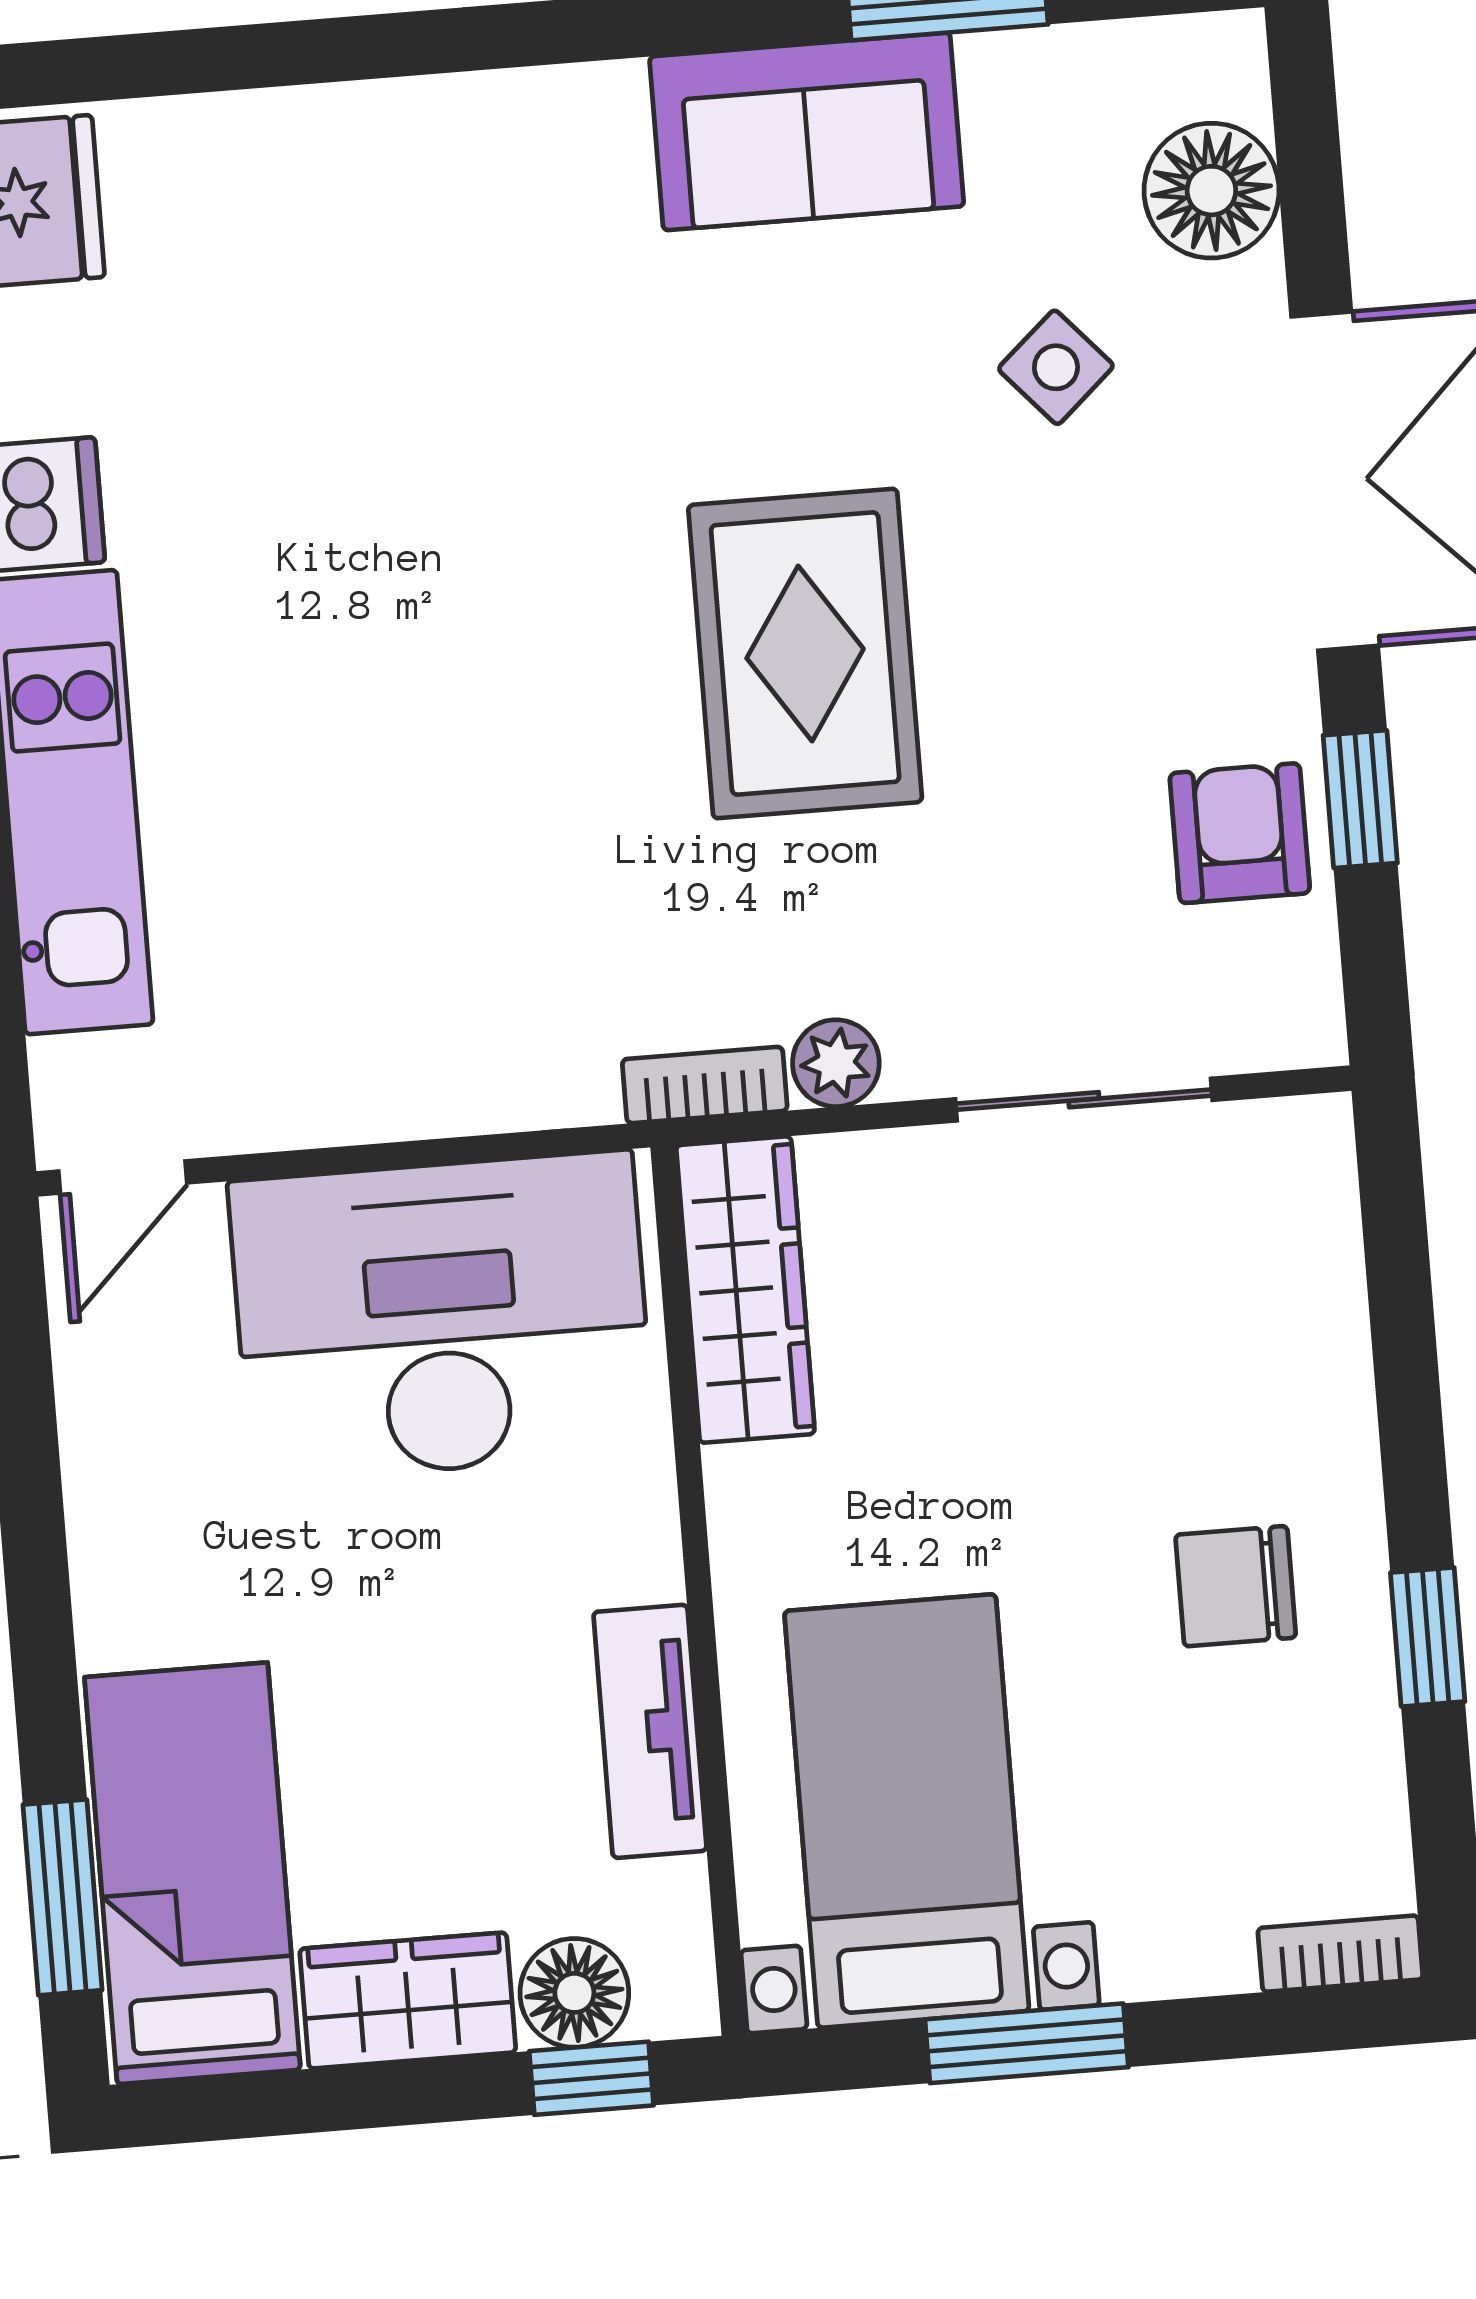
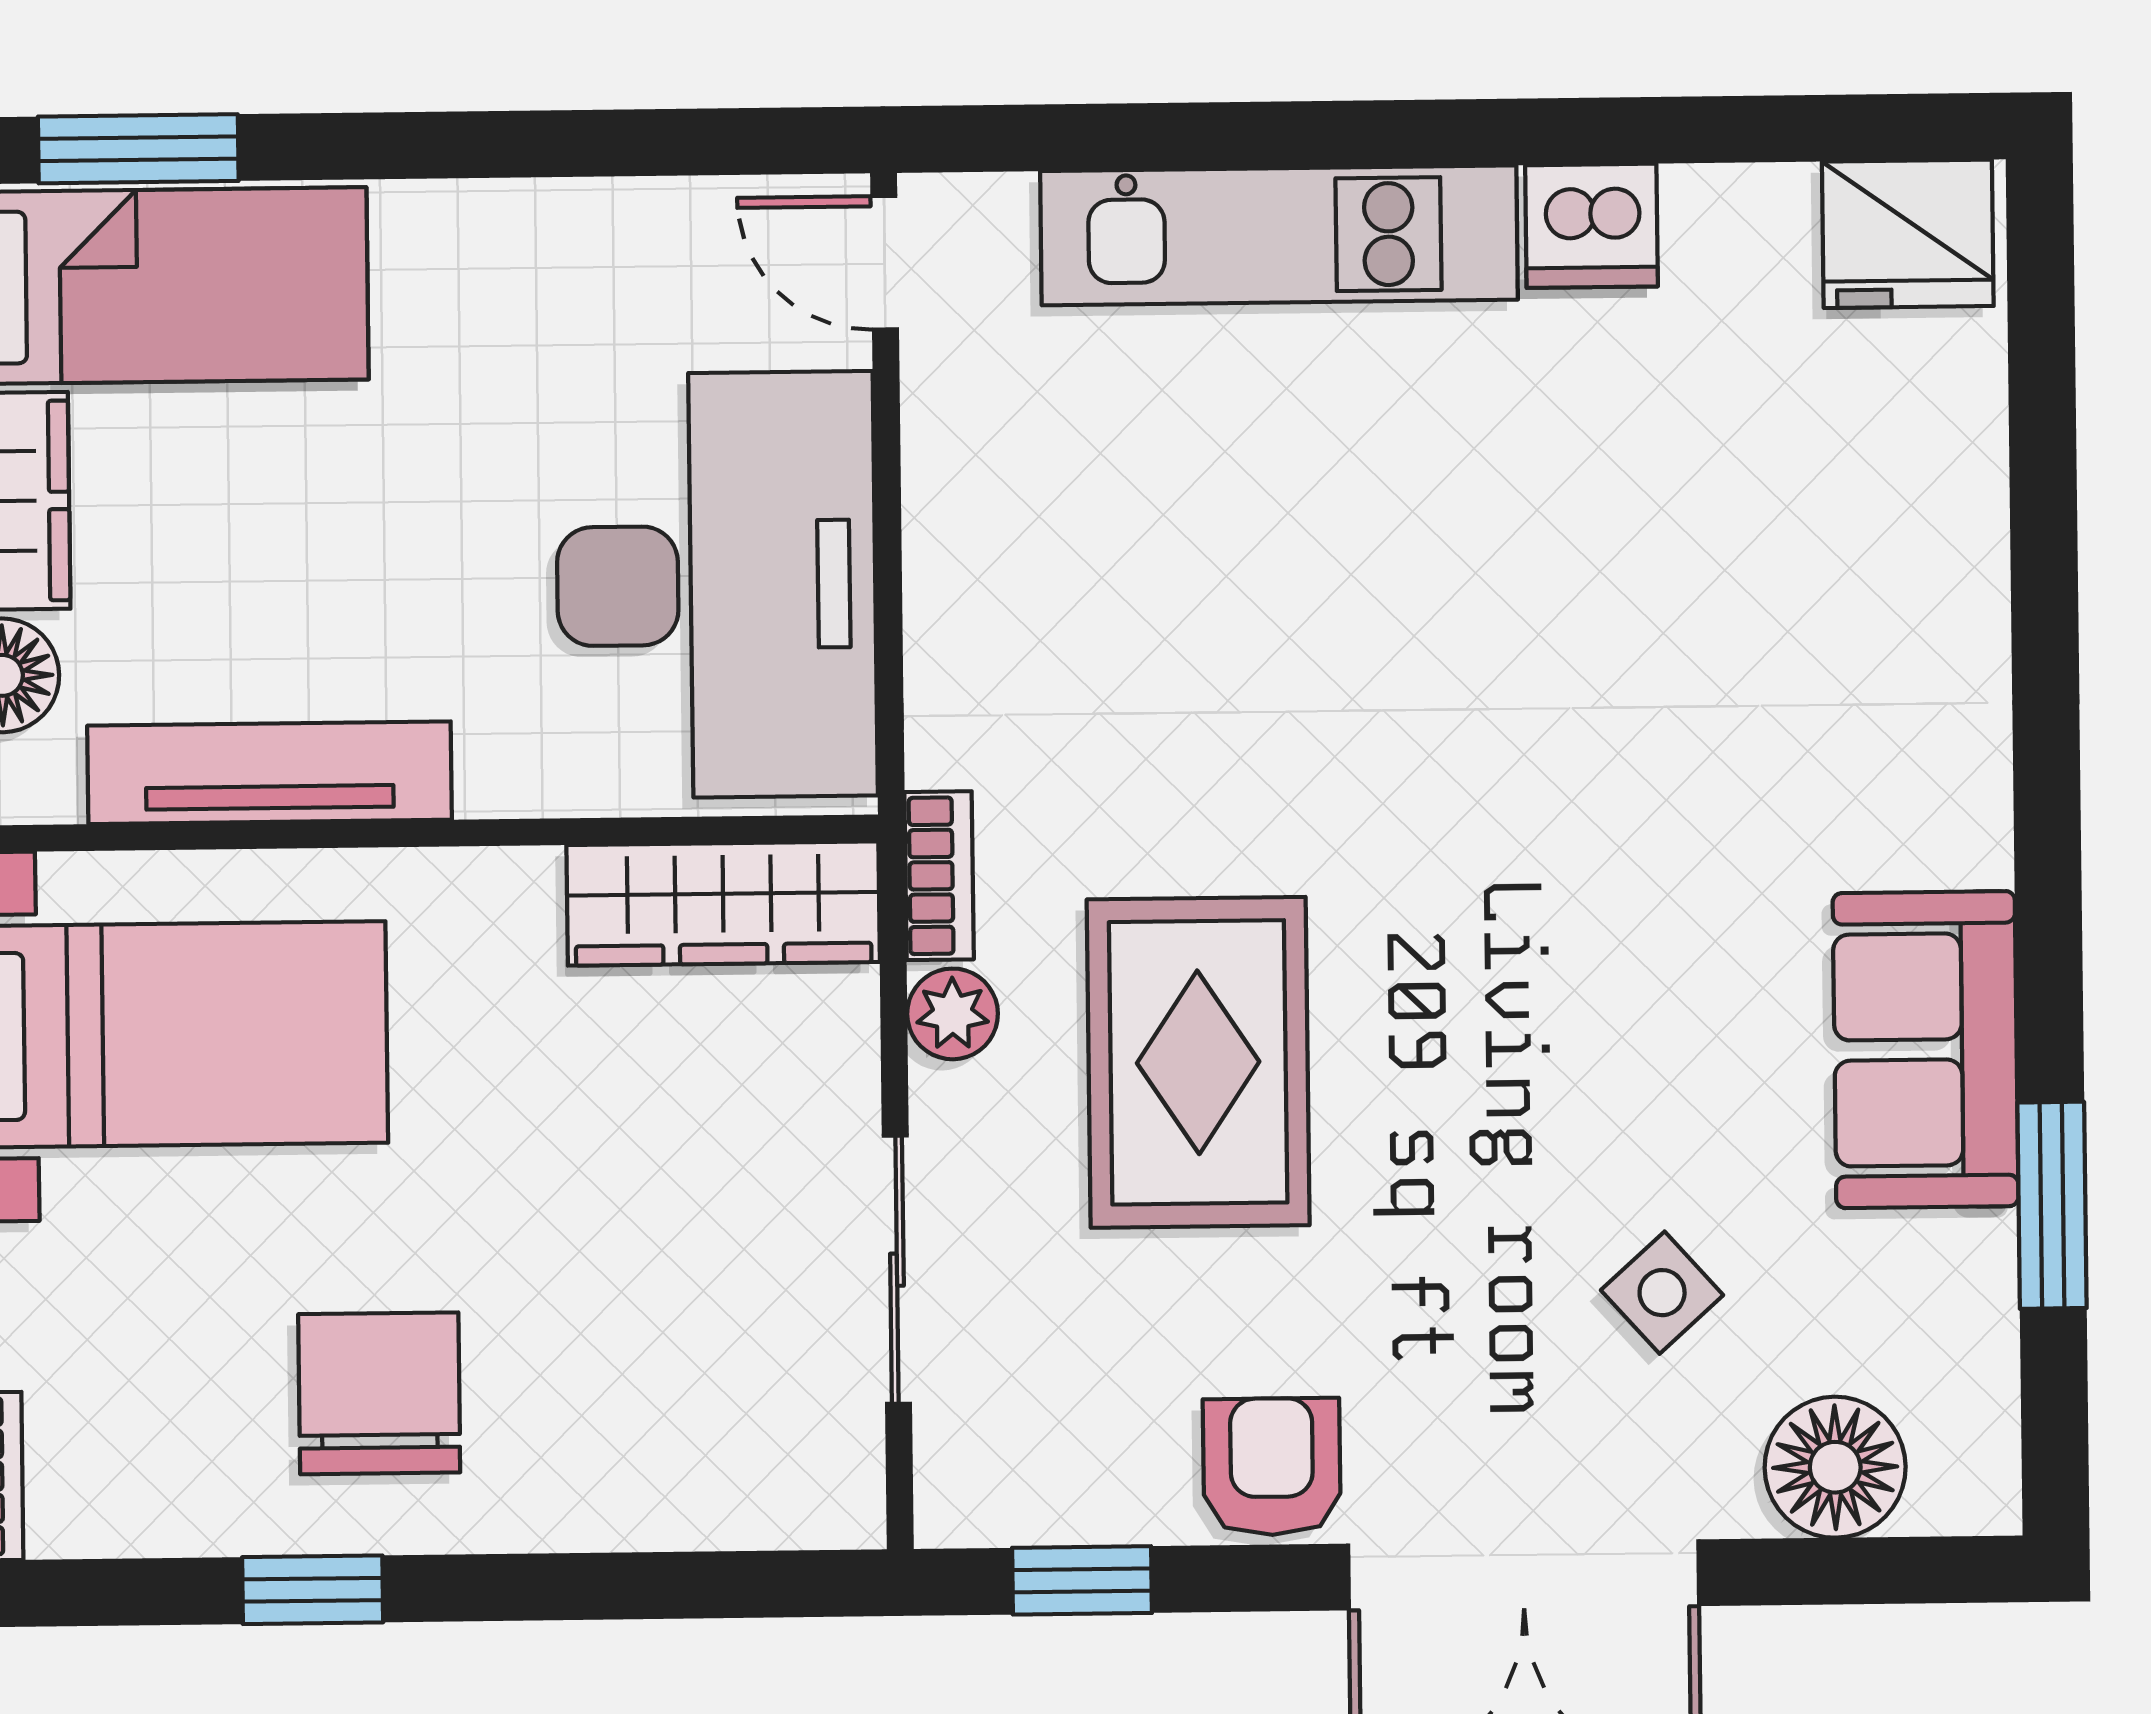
rug: (805, 654) -> (1198, 1062), moved, turned 90
window: (1360, 799) -> (1082, 1580), moved
armchair: (1240, 833) -> (1272, 1467), moved, turned -90
chair: (1236, 1586) -> (379, 1393), width x1.37, depth x1.37
tv unit: (650, 1731) -> (270, 773), width x1.41

